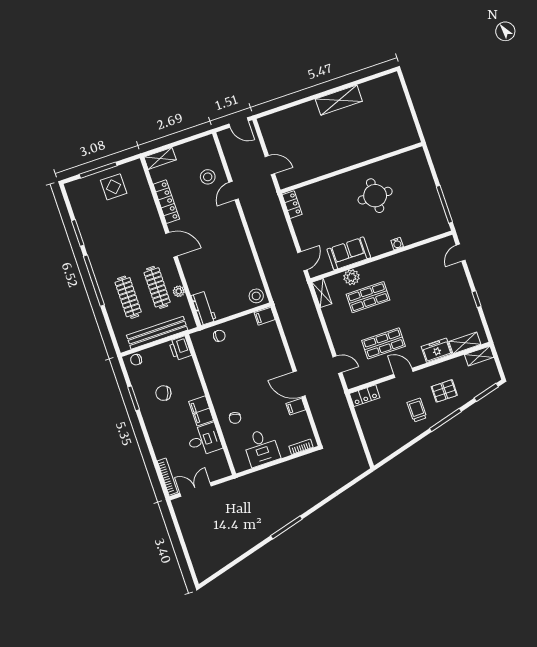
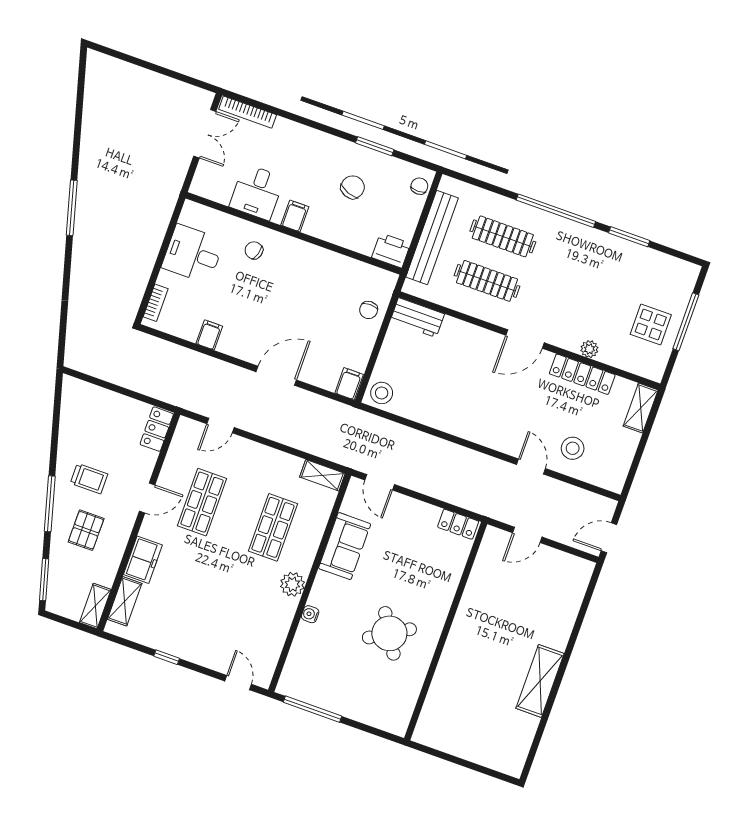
round table: (375, 196) -> (389, 633), turned -31
plant: (352, 277) -> (292, 584), moved
plant: (179, 291) -> (589, 349), moved
door: (299, 384) -> (276, 376), moved
filing cabinet: (201, 411) -> (295, 216), width x0.50

